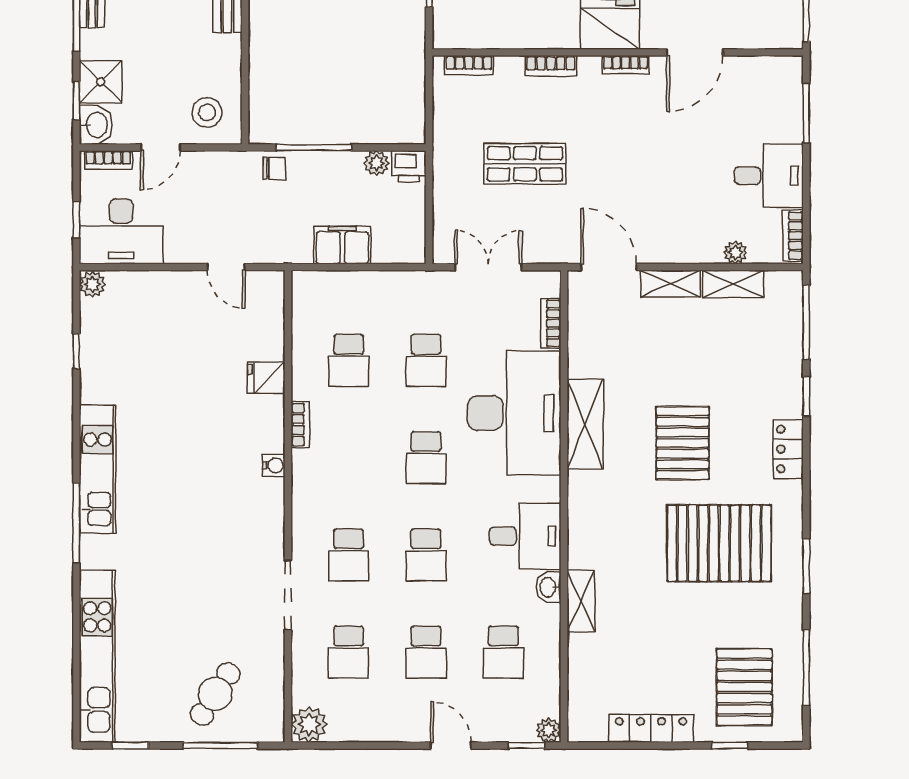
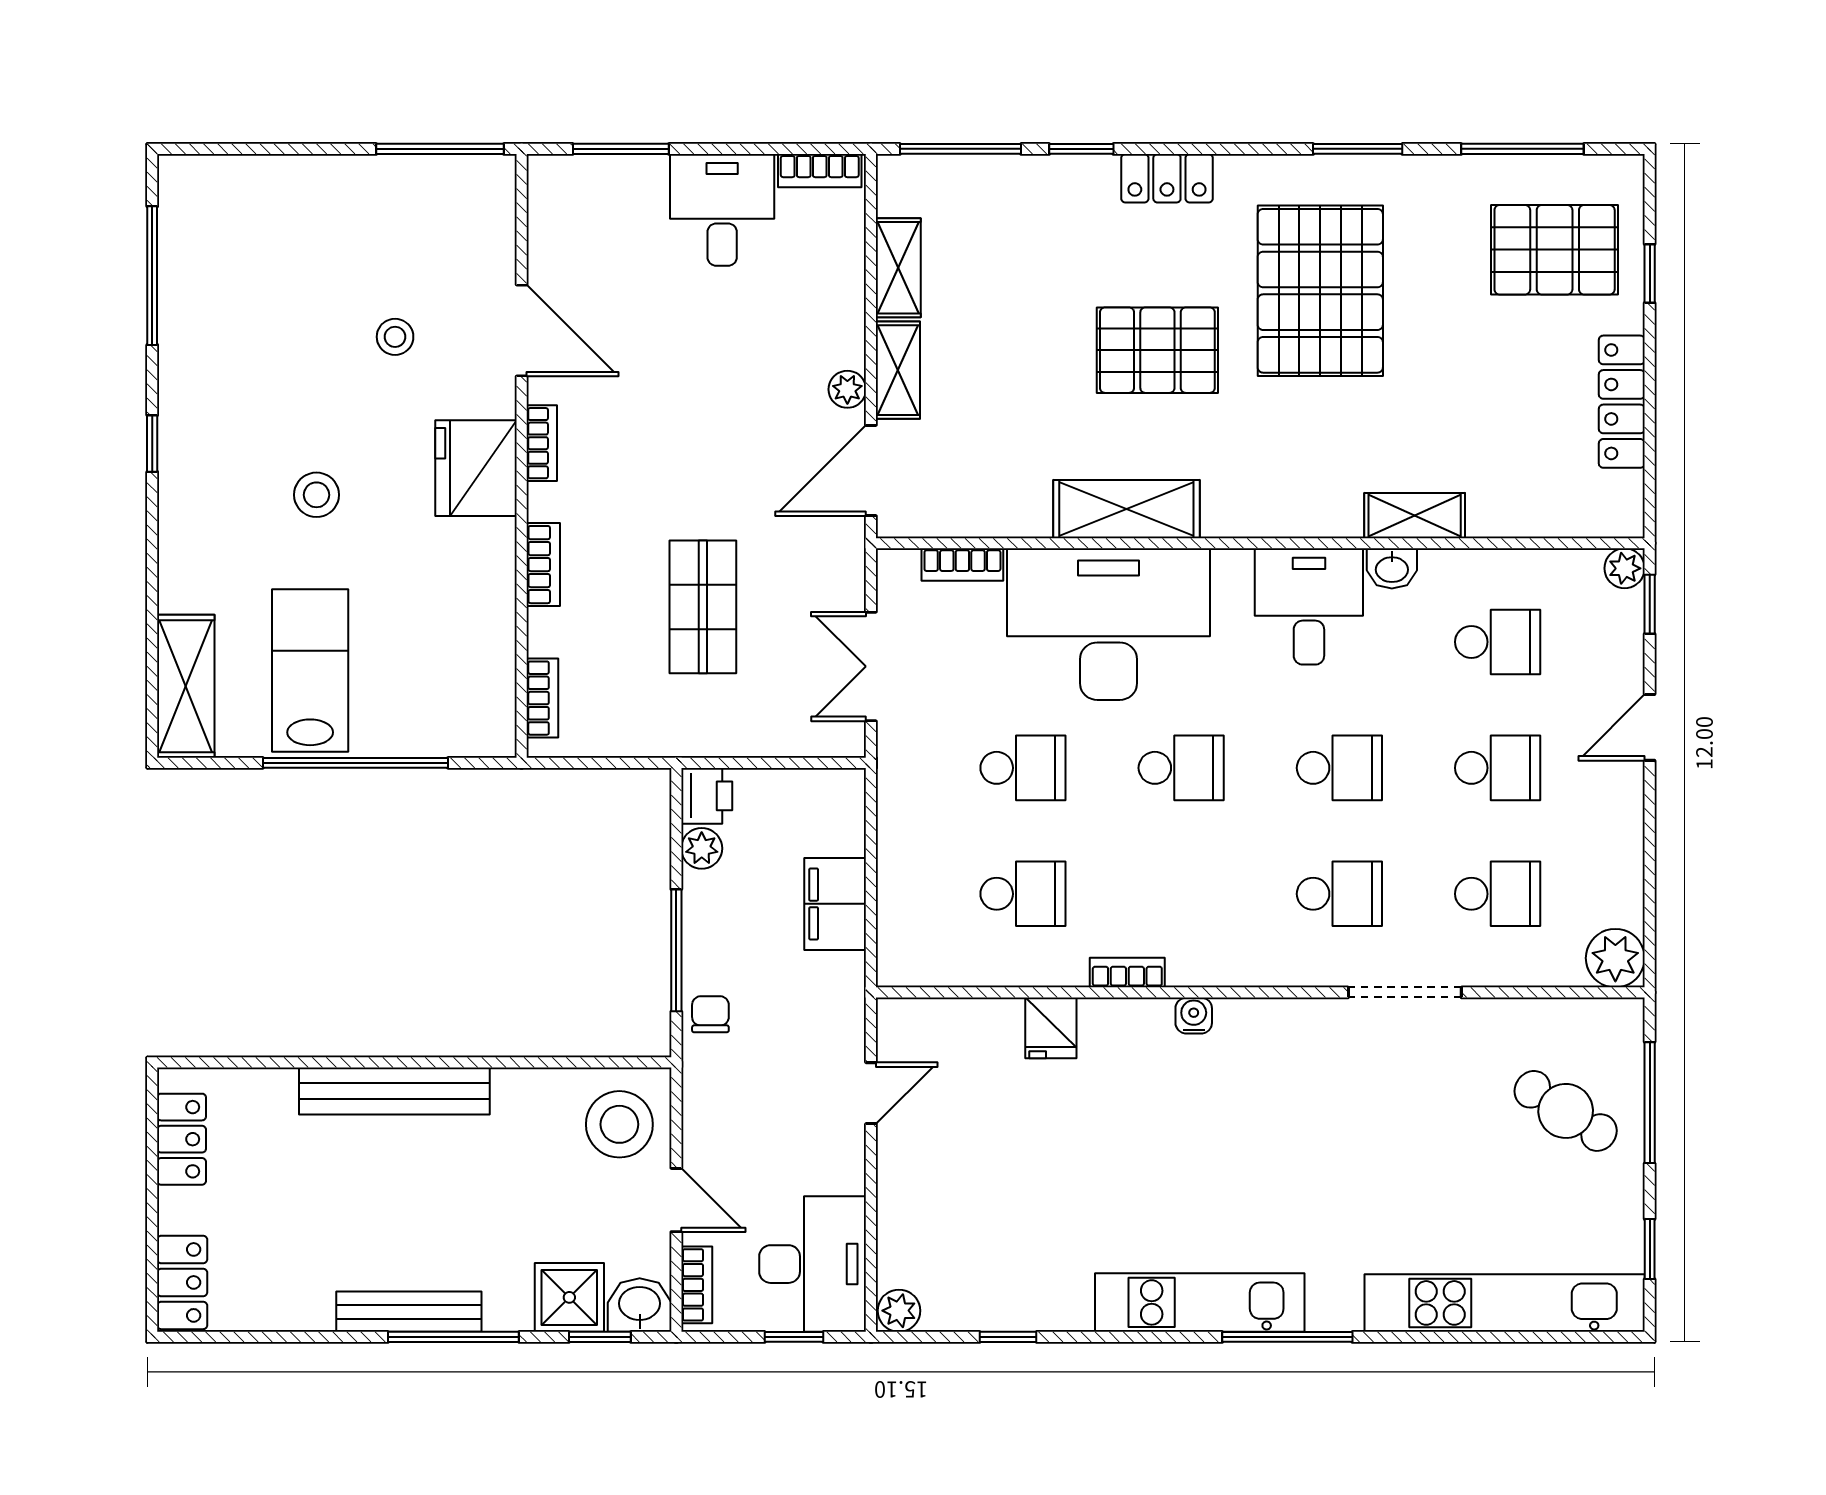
stool: (207, 113) -> (619, 1124), width x1.38, depth x1.38
plant: (735, 253) -> (847, 389), moved

